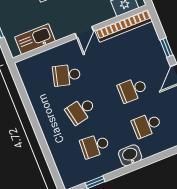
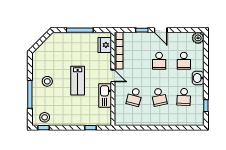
kitchen sink: (35, 39) -> (105, 96), moved

